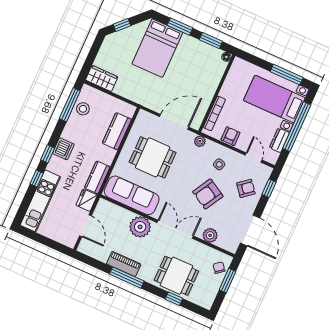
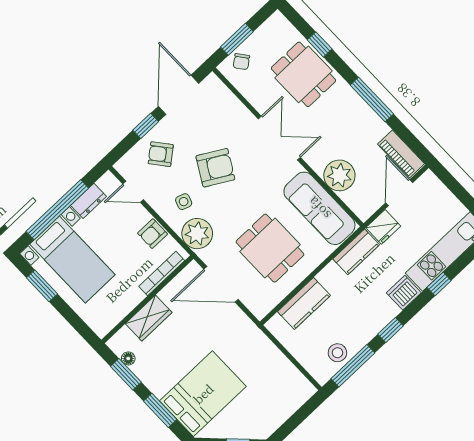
floor lamp: (226, 57) -> (128, 358), moved
window: (287, 75) -> (42, 286), width x0.69
wardrobe: (102, 78) -> (149, 318), moved, turned -90
plant: (200, 141) -> (197, 234), width x1.88, depth x1.88
dishwasher: (63, 149) -> (404, 293), moved
window: (48, 154) -> (391, 330), moved
door: (254, 158) -> (133, 192), hinge flipped
window: (269, 188) -> (146, 126), moved
plant: (140, 227) -> (339, 175), moved
double door: (175, 229) -> (279, 138), swing flipped
plant: (210, 235) -> (235, 110), removed
piano: (124, 264) -> (401, 154), moved

